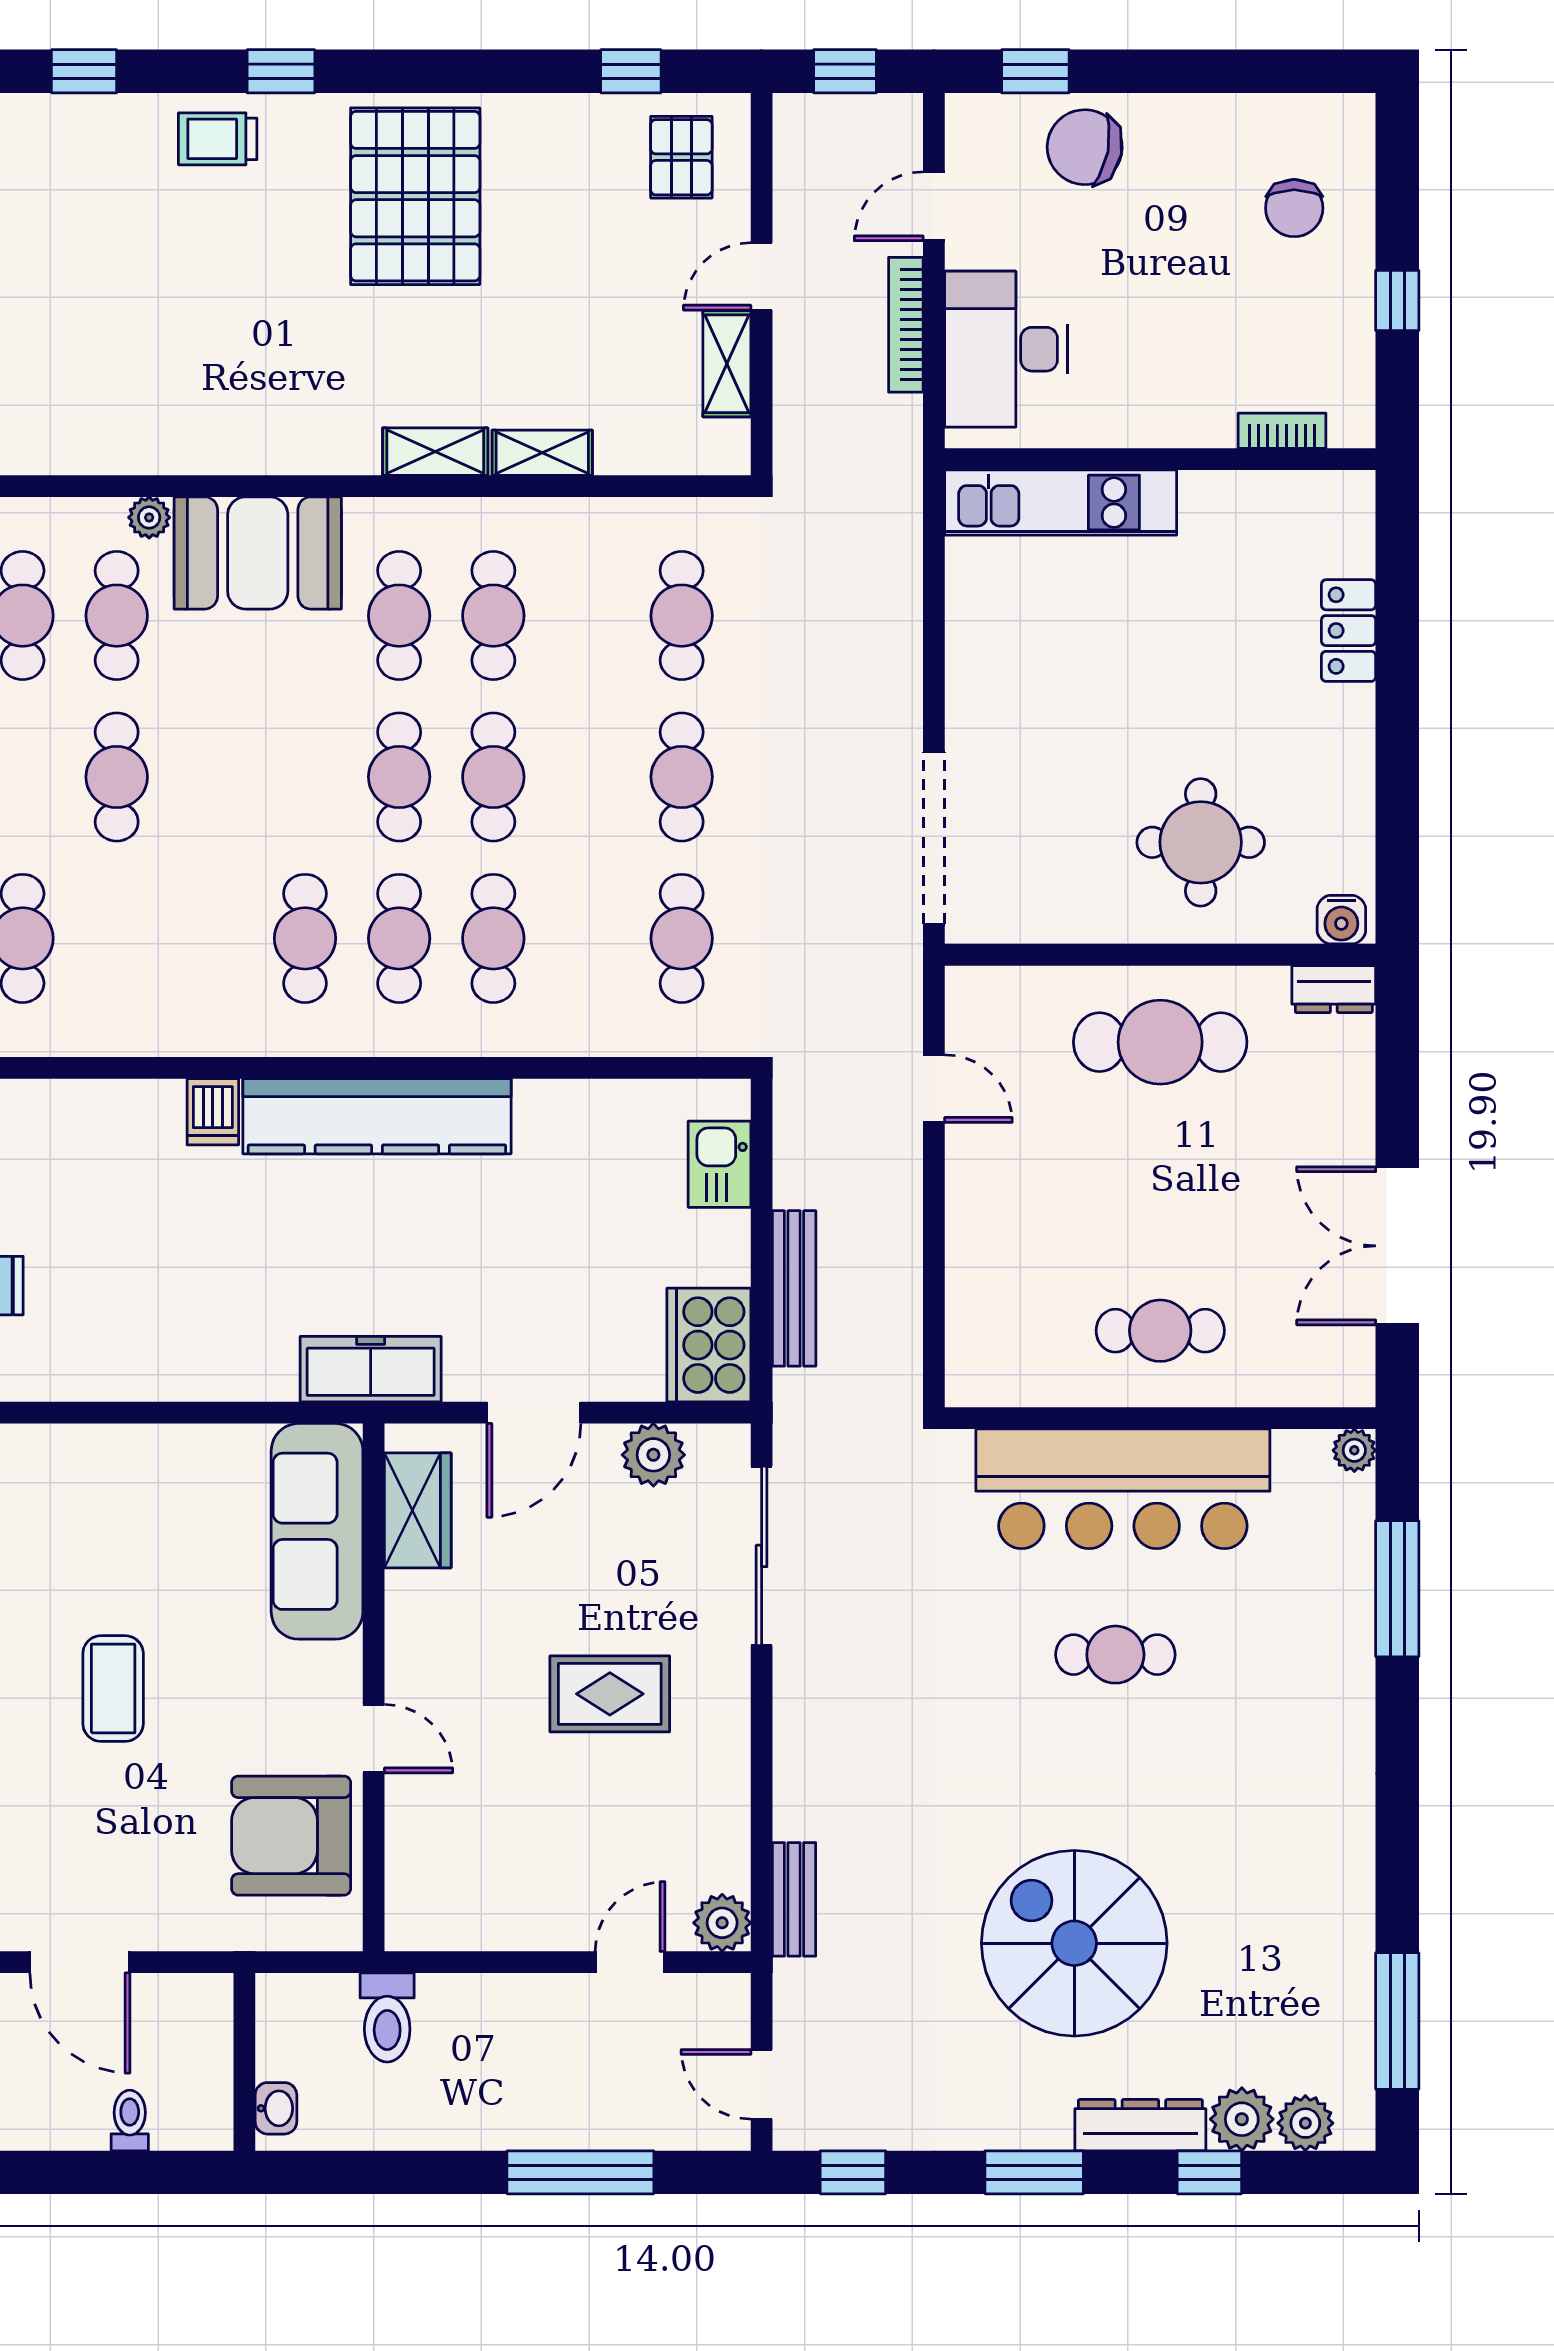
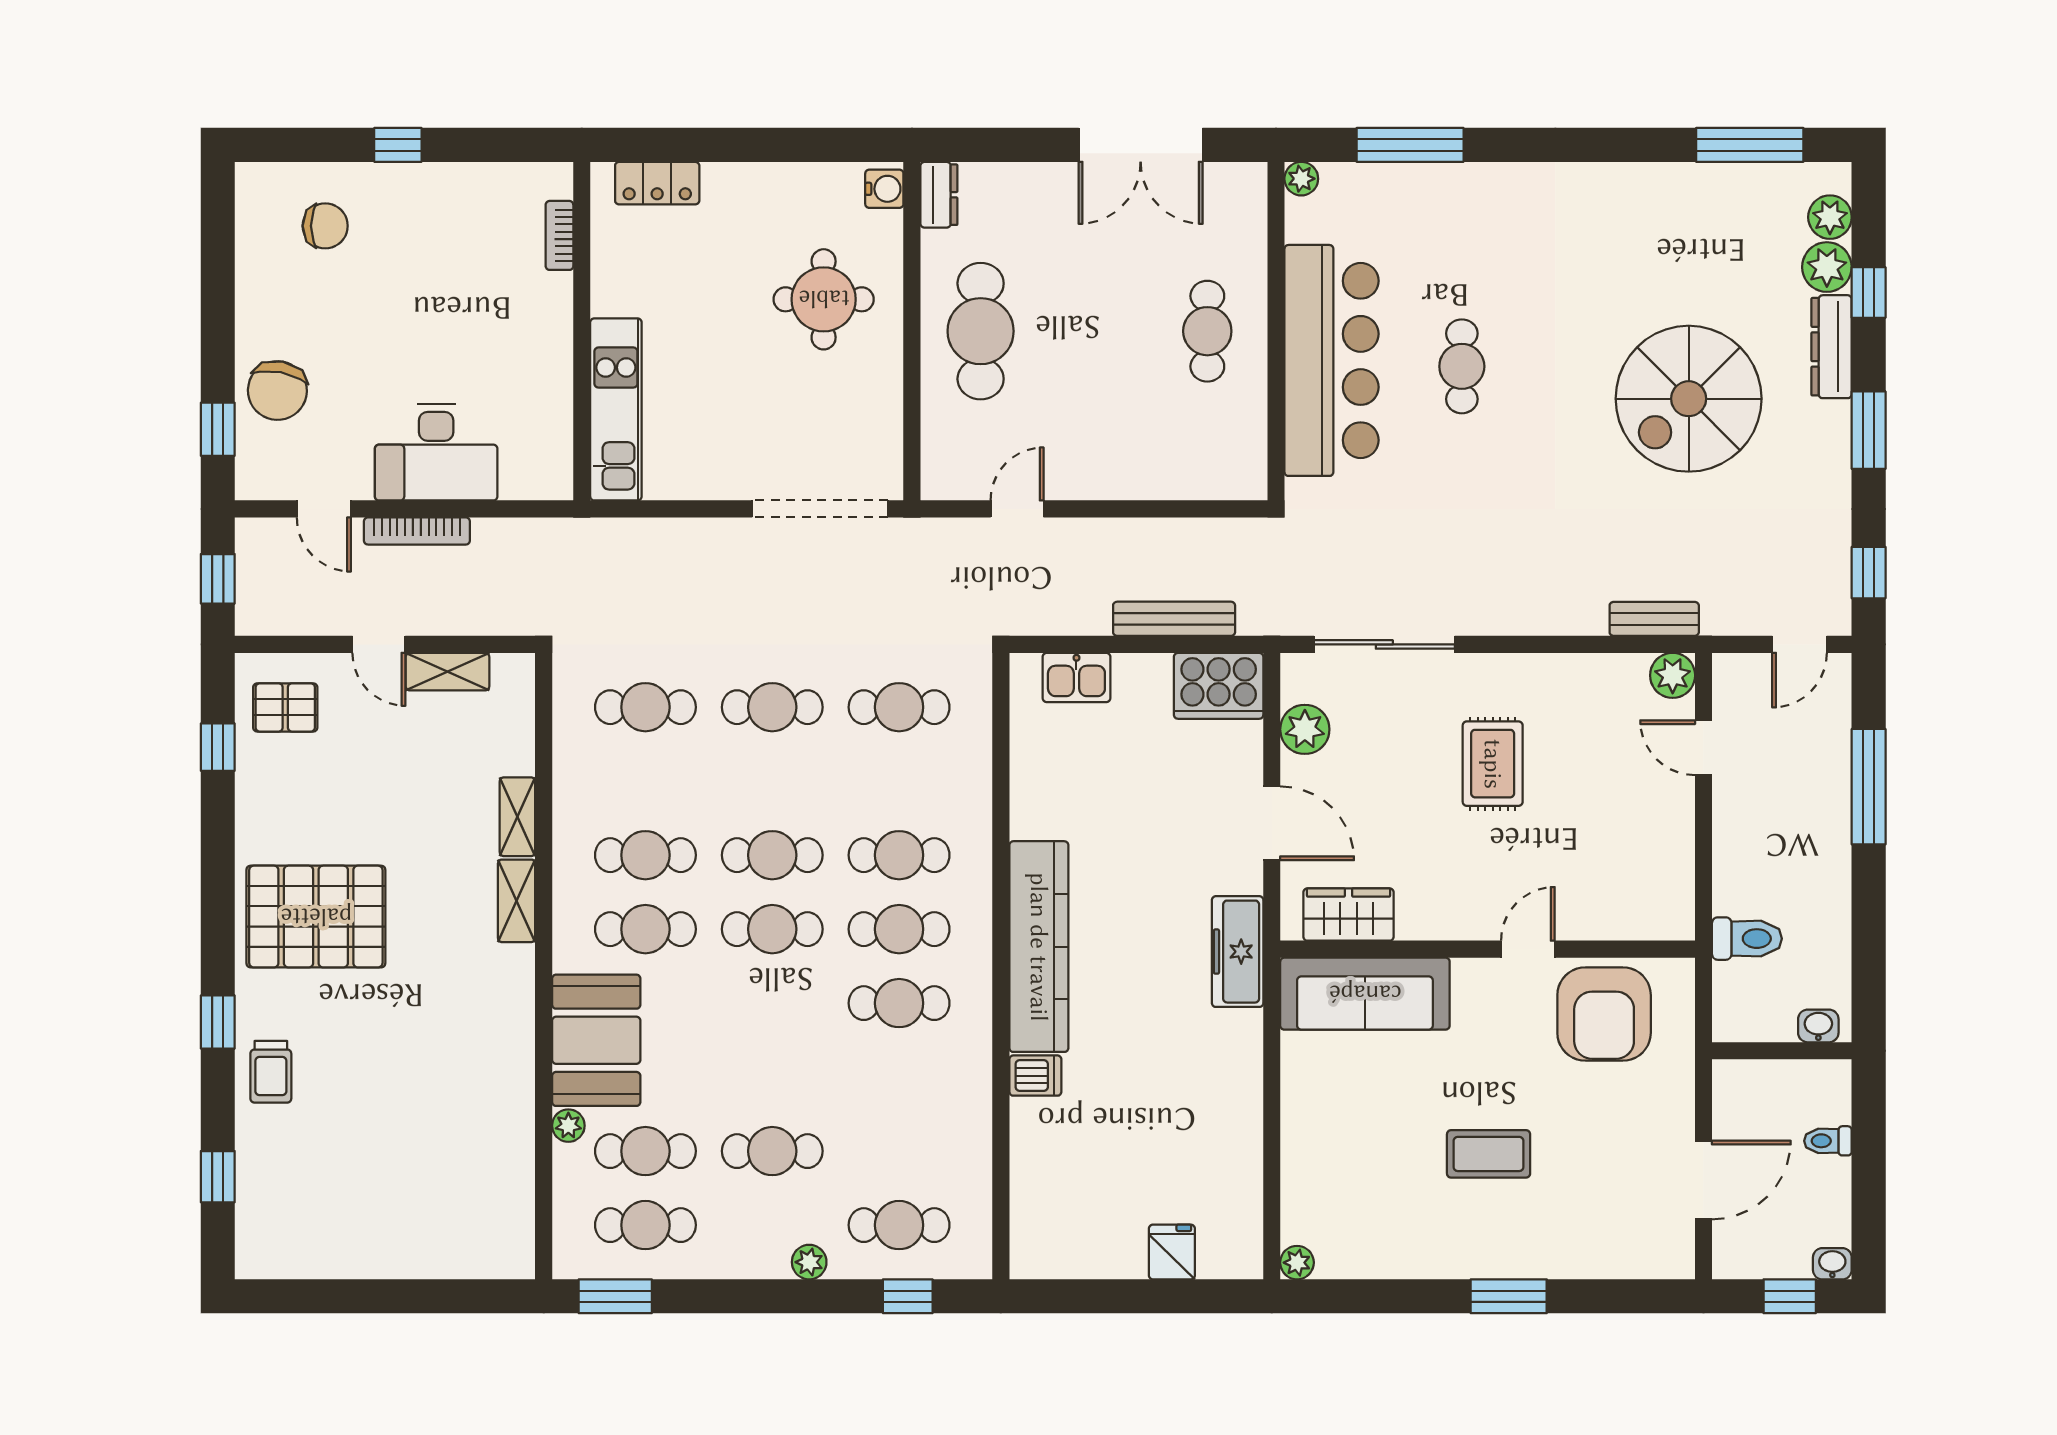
bookcase: (1282, 431) -> (559, 235), moved
wall: (1160, 459) -> (582, 331), moved
kitchen unit: (1061, 503) -> (616, 409), moved

